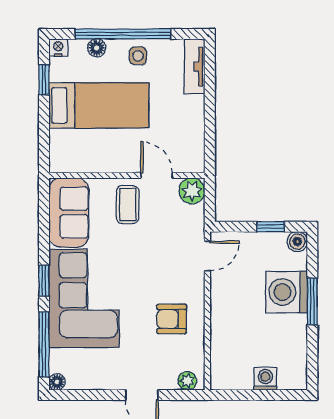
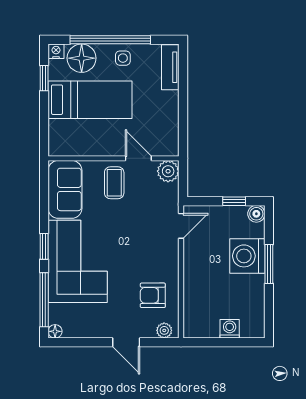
floor lamp: (97, 48) -> (82, 58), width x1.89, depth x1.89
armchair: (172, 319) -> (153, 295), moved

